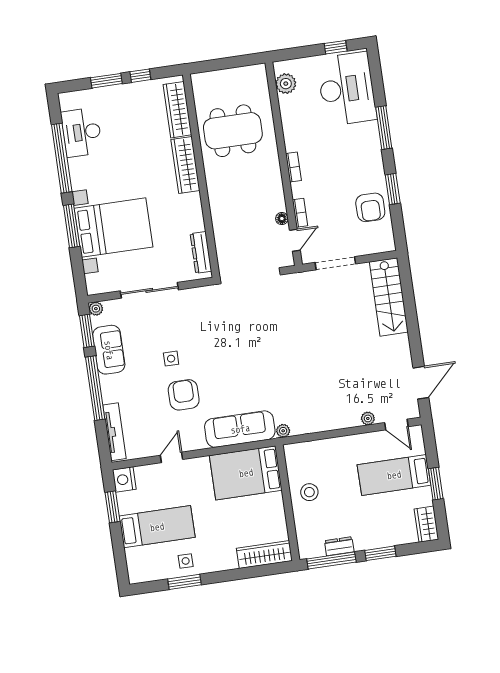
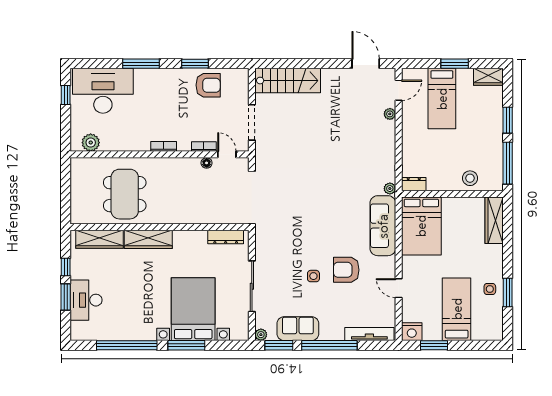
desk: (82, 132) -> (86, 300), moved, turned 90
stool: (309, 492) -> (470, 178), moved
dresser: (339, 546) -> (414, 184), moved, turned 90

